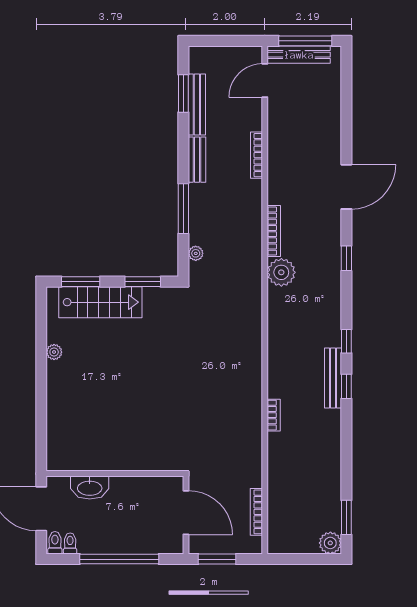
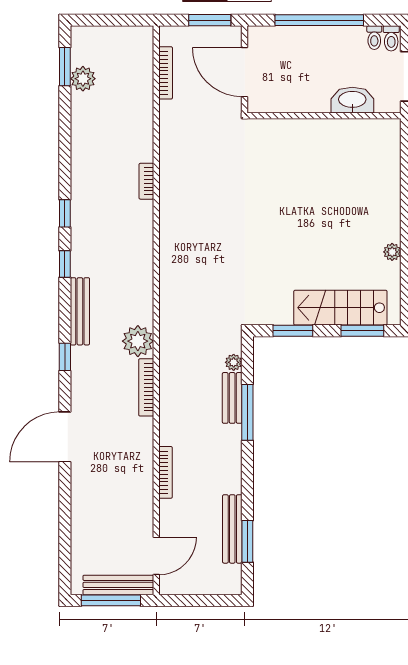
bench: (197, 160) -> (232, 398), moved
bench: (333, 378) -> (80, 311), moved
plant: (330, 543) -> (83, 79), moved

